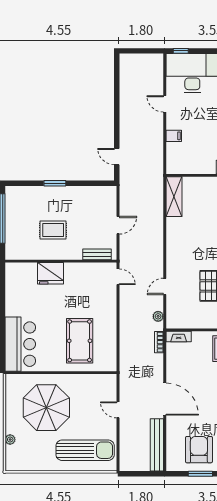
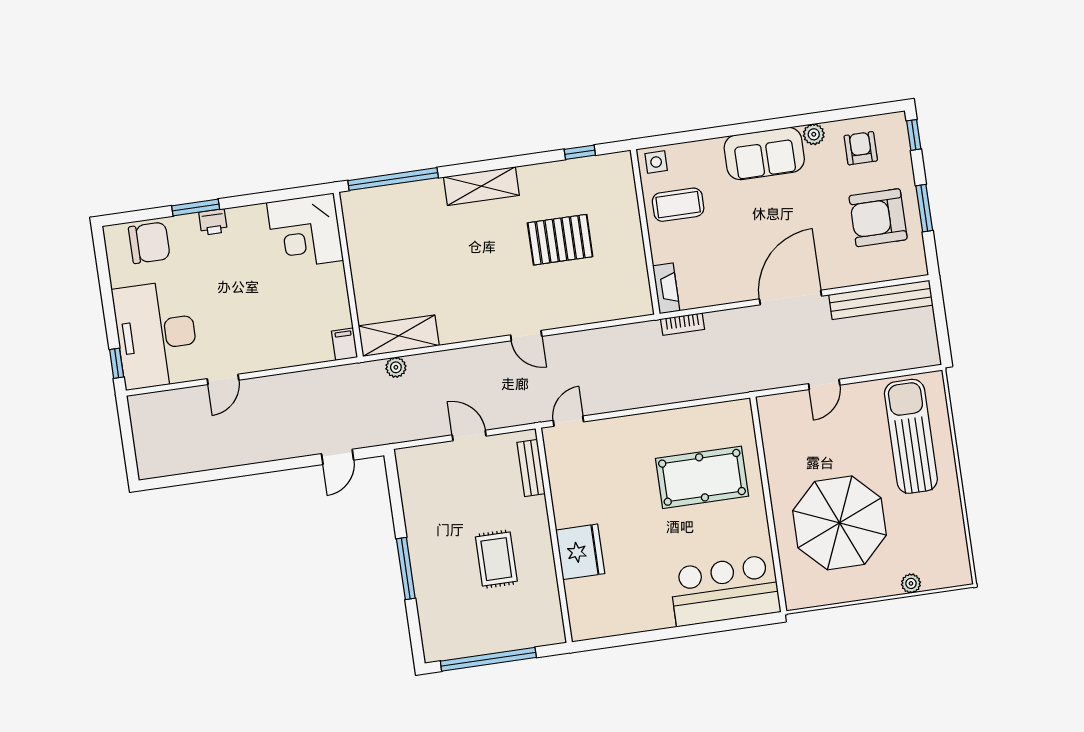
filing cabinet: (174, 136) -> (344, 344), moved
window: (55, 183) -> (406, 569), width x1.44
door: (165, 286) -> (526, 336), moved
plant: (158, 316) -> (396, 367), moved

